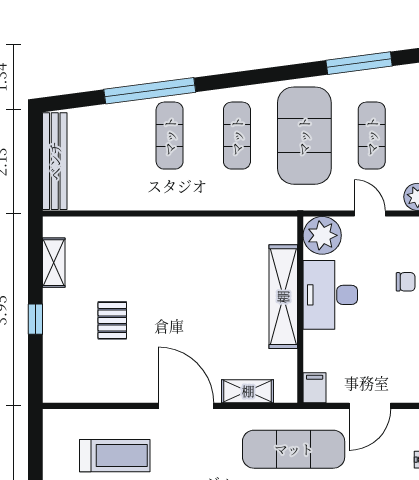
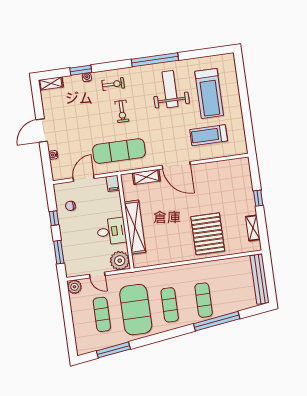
chair: (406, 282) -> (70, 206), moved
desk: (330, 295) -> (111, 231), width x0.73
pallet: (112, 320) -> (208, 234), moved, width x2.05, depth x2.00

